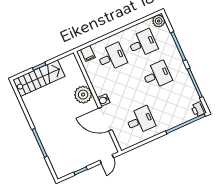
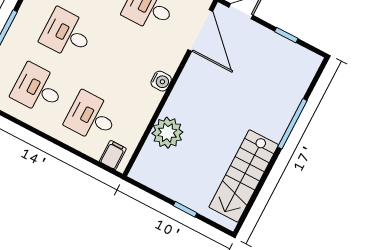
stairs: (39, 78) -> (244, 176), moved, turned -90
plant: (83, 95) -> (167, 133), moved
door: (105, 119) -> (200, 30), moved

